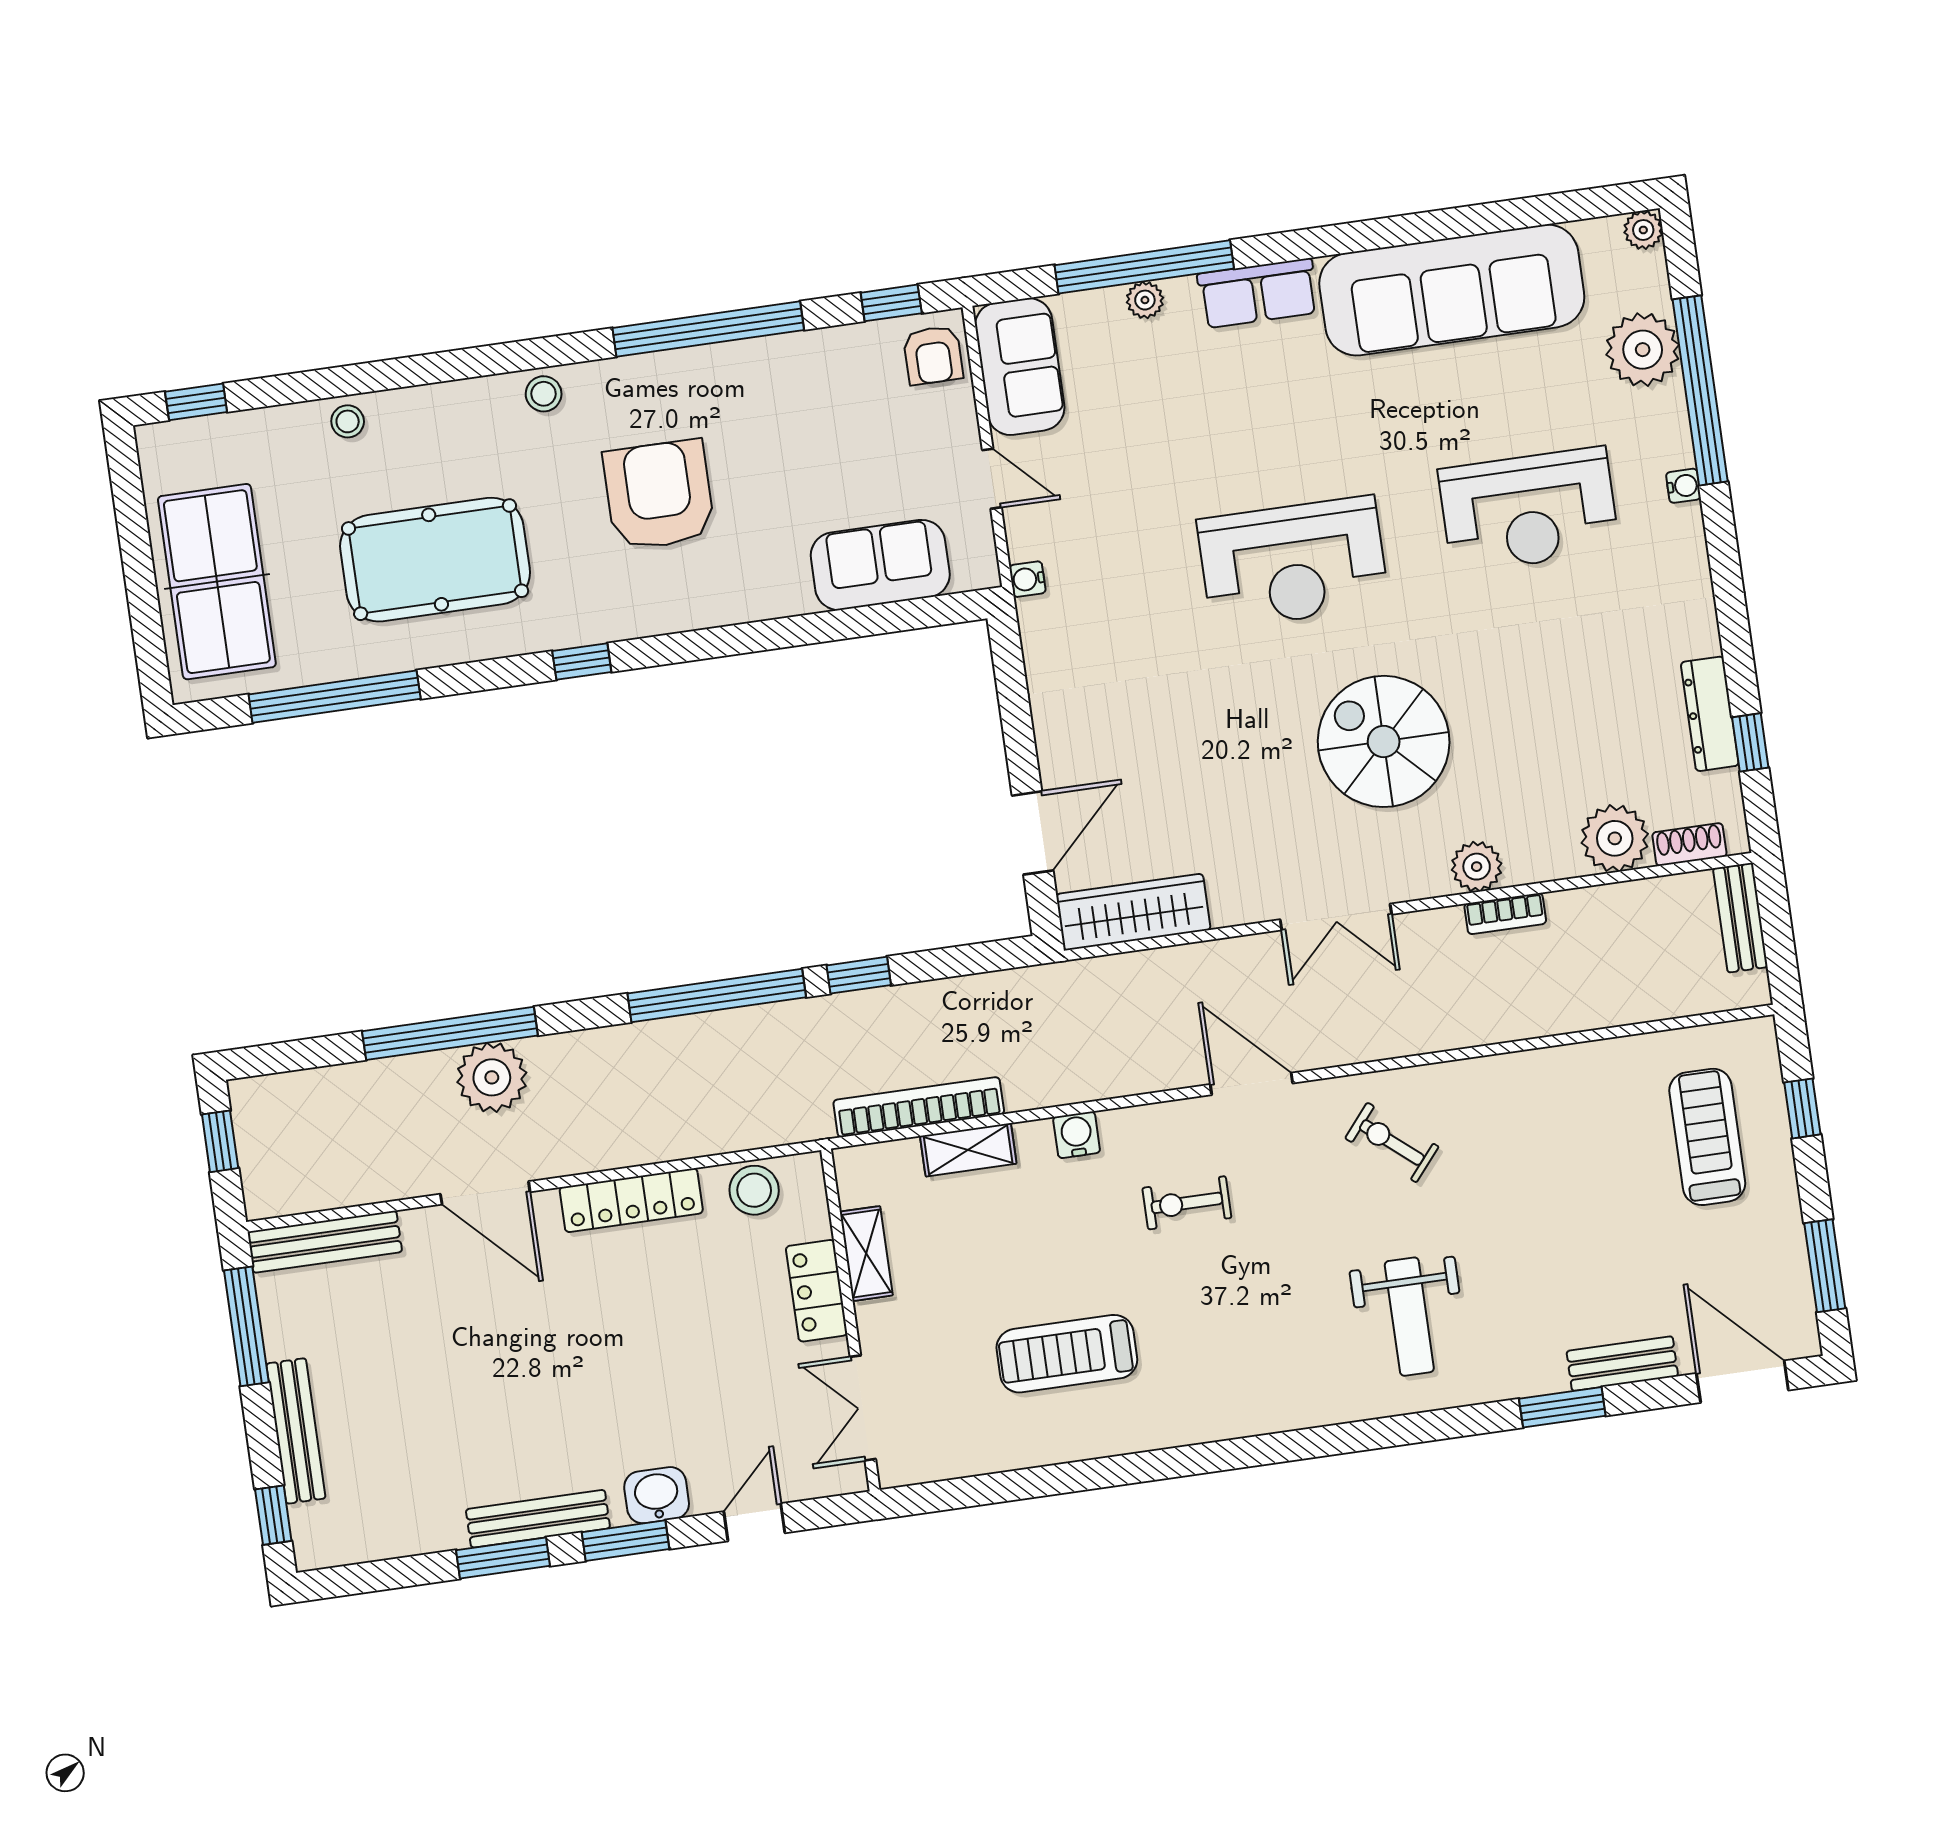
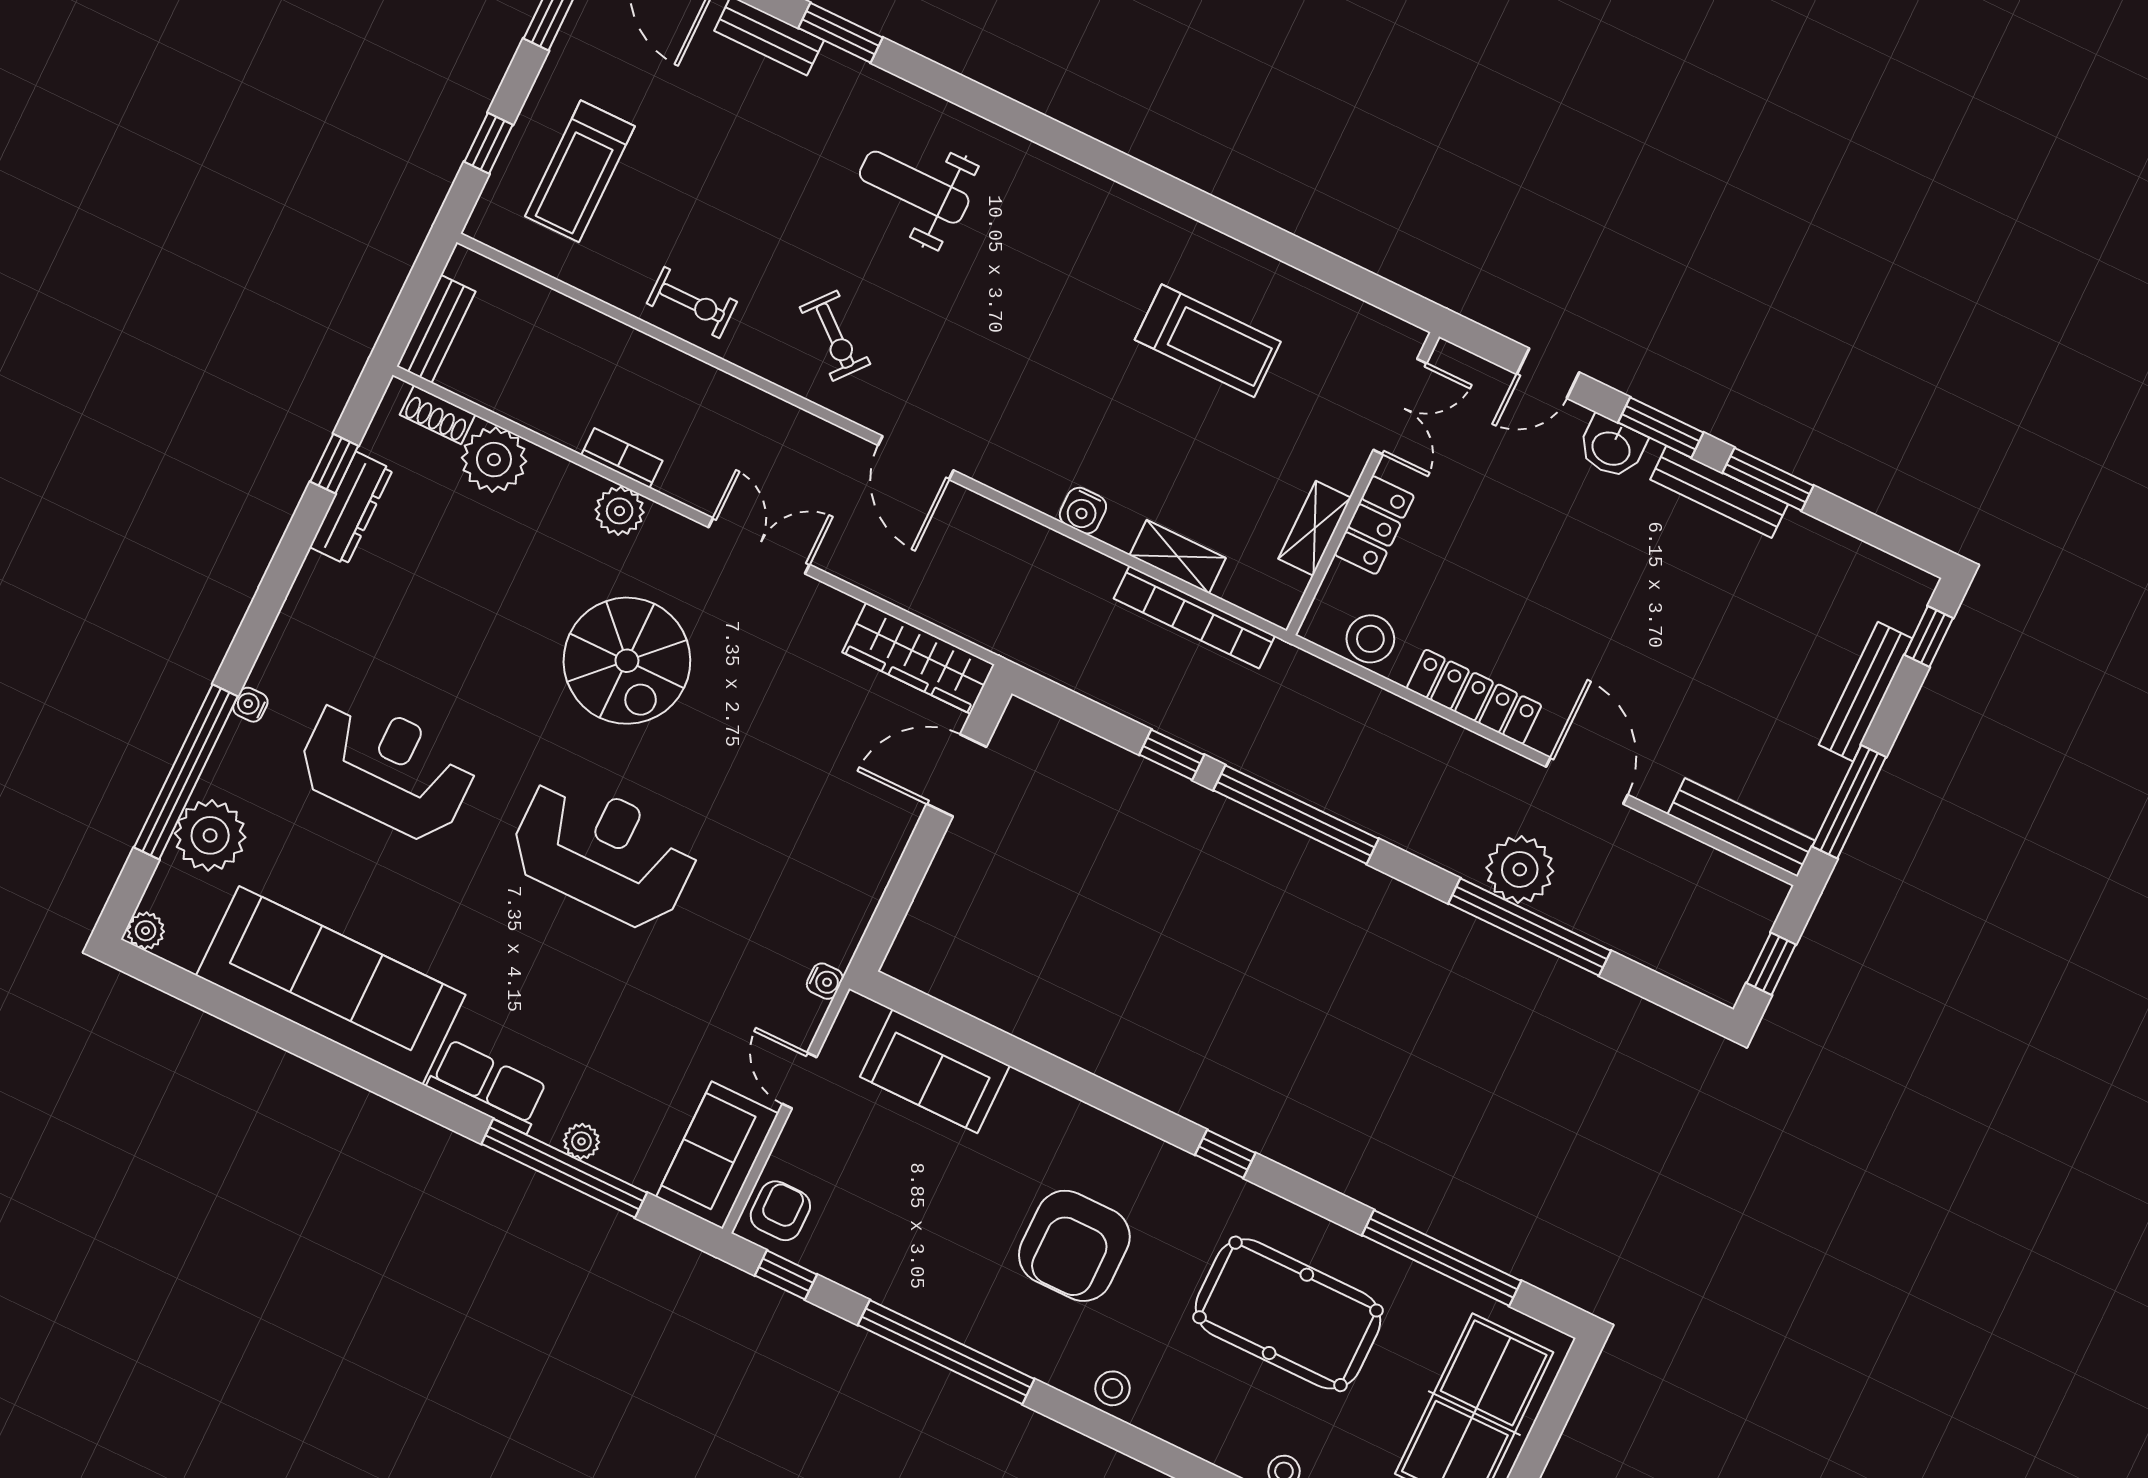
exercise bike: (1187, 1203) -> (692, 303), moved
weight bench: (1409, 1317) -> (914, 187), turned -90

